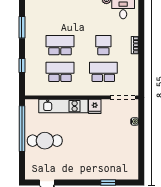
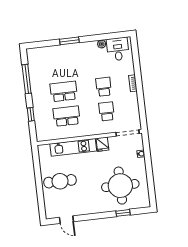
window: (22, 27) -> (27, 79), width x1.44
school desk: (103, 72) -> (107, 111), width x0.54
window: (22, 129) -> (38, 173), removed
round table: (109, 153) -> (120, 186), added

